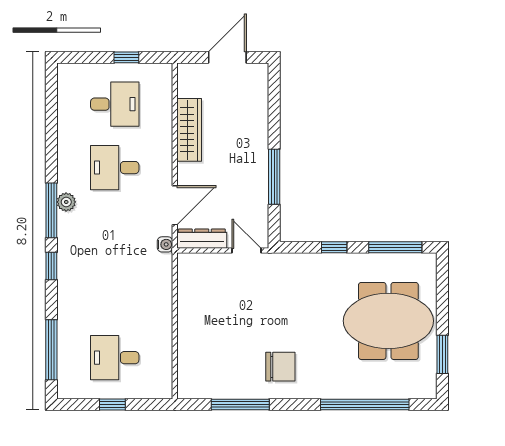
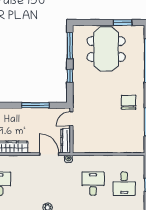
desk: (115, 168) -> (93, 184), moved, turned 180

